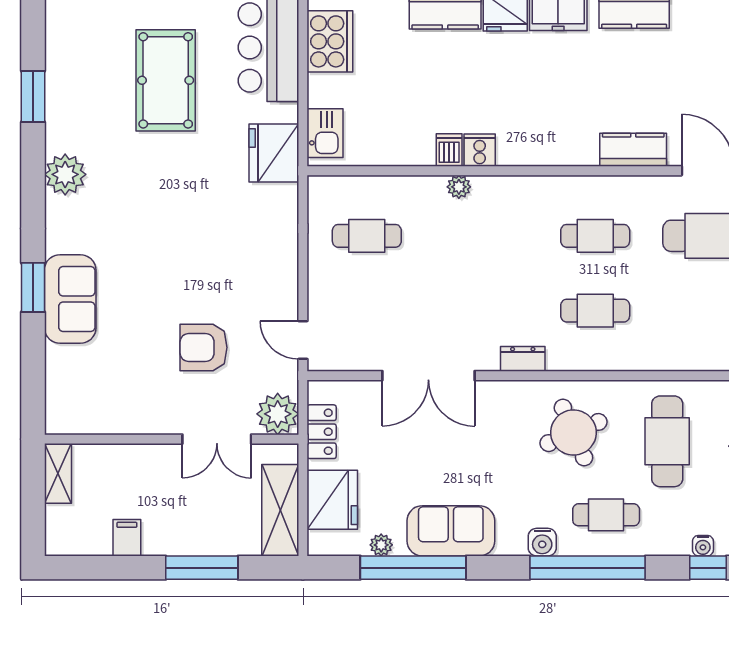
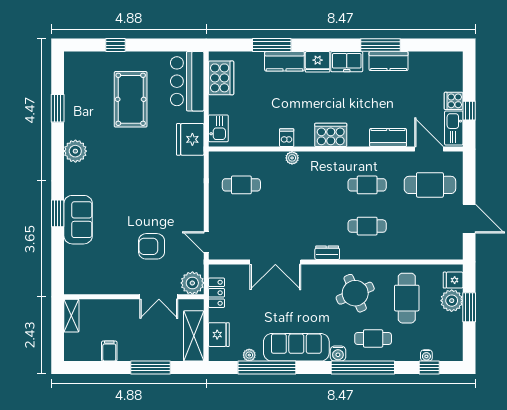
cooker: (480, 150) -> (331, 135), moved, width x1.87, depth x1.31
fridge: (332, 500) -> (219, 335), width x0.73, depth x0.75
sofa: (451, 531) -> (296, 347), width x1.36

